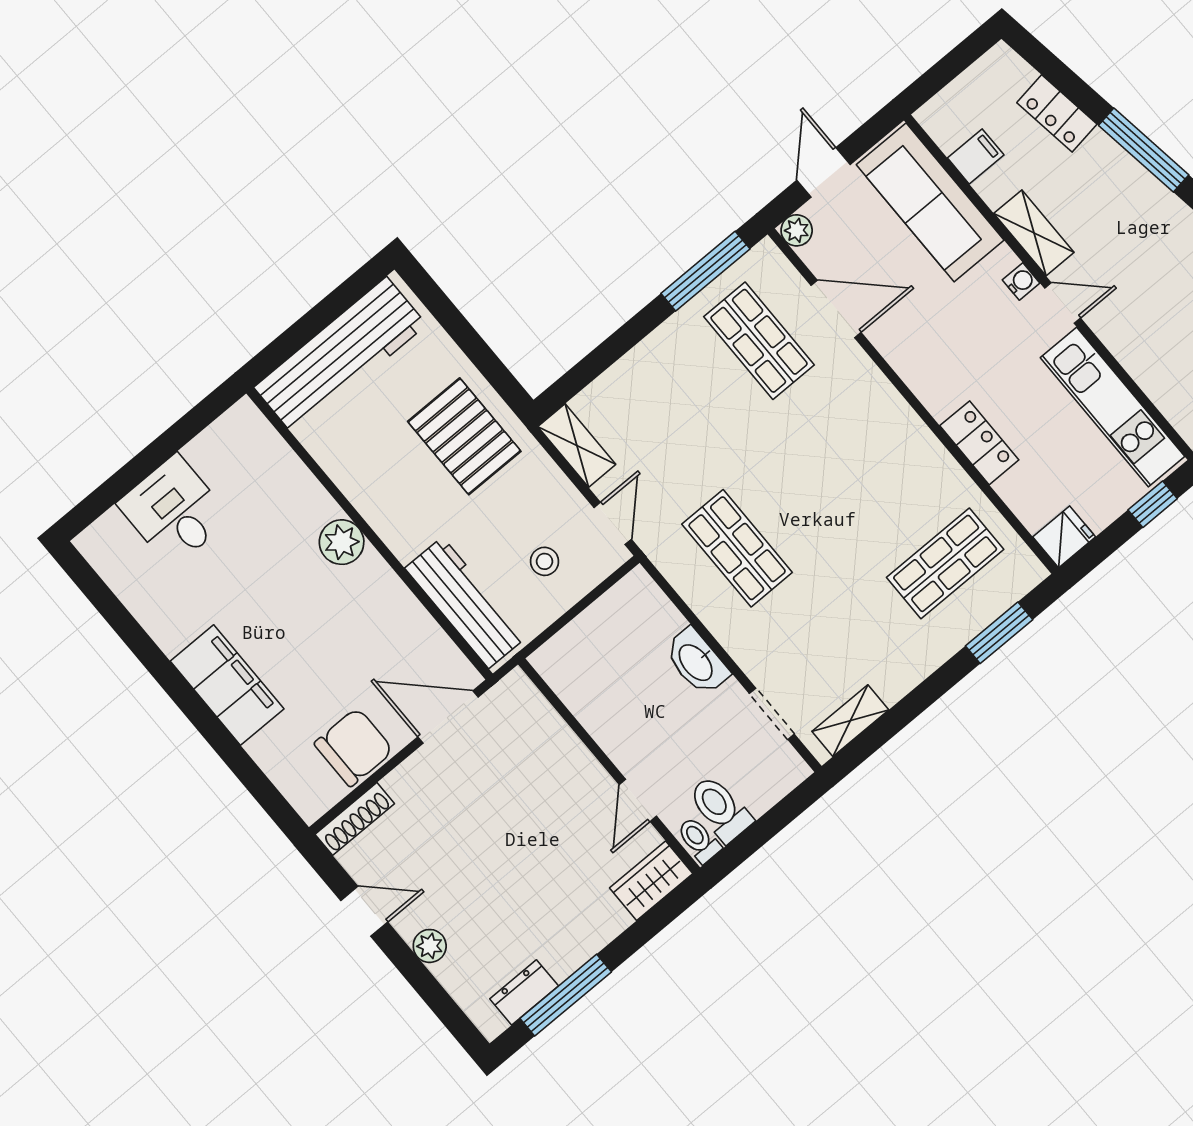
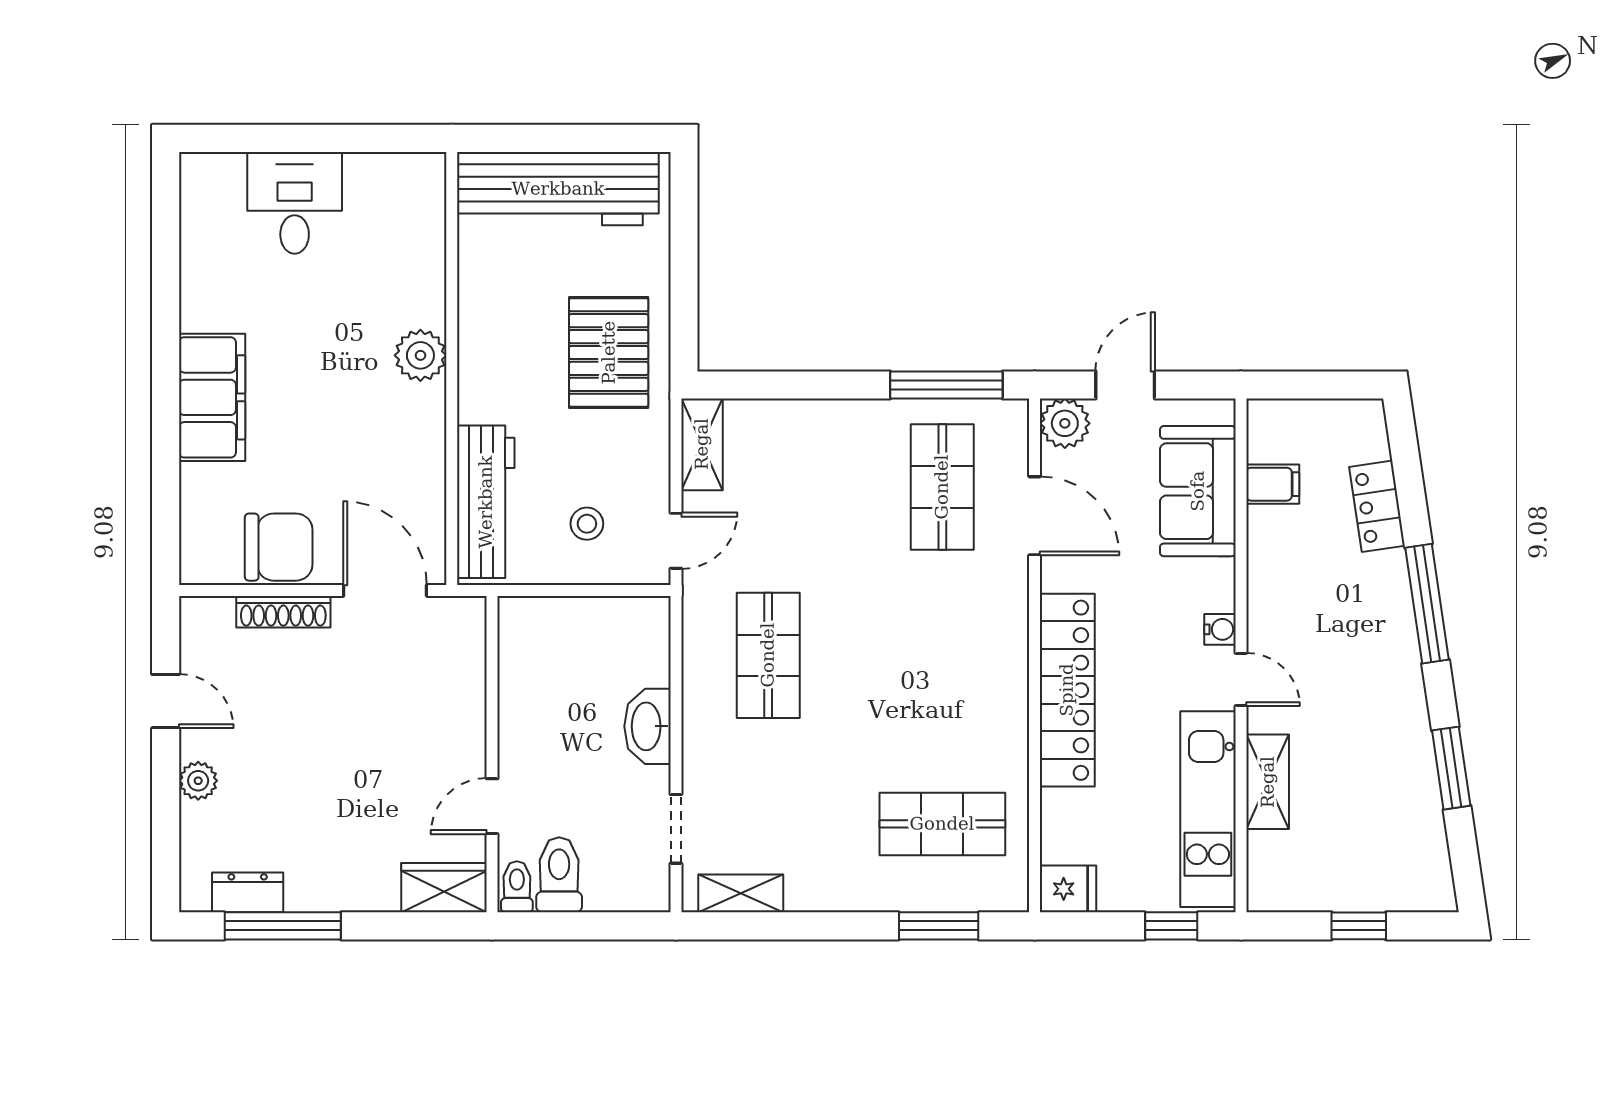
sofa: (930, 202) -> (1198, 491), width x0.73
plant: (797, 230) -> (1065, 423), width x1.38, depth x1.38
shelving: (1034, 233) -> (1268, 782), moved
locker: (979, 443) -> (1067, 690), width x2.16, depth x1.21
shoe rack: (355, 819) -> (283, 612), moved

